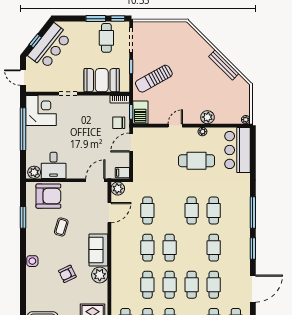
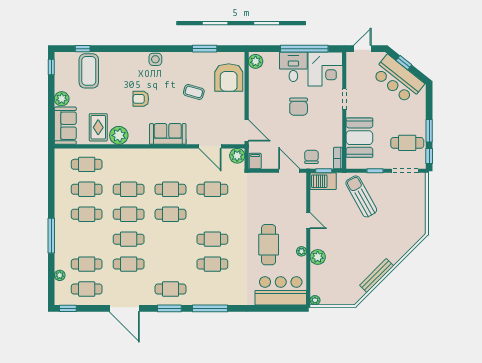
chair: (74, 134) -> (299, 107), added
desk: (54, 165) -> (293, 67), moved, turned 90
cafe table: (214, 248) -> (170, 289), moved
armchair: (67, 274) -> (141, 99), turned -64
plant: (100, 275) -> (119, 135), moved

